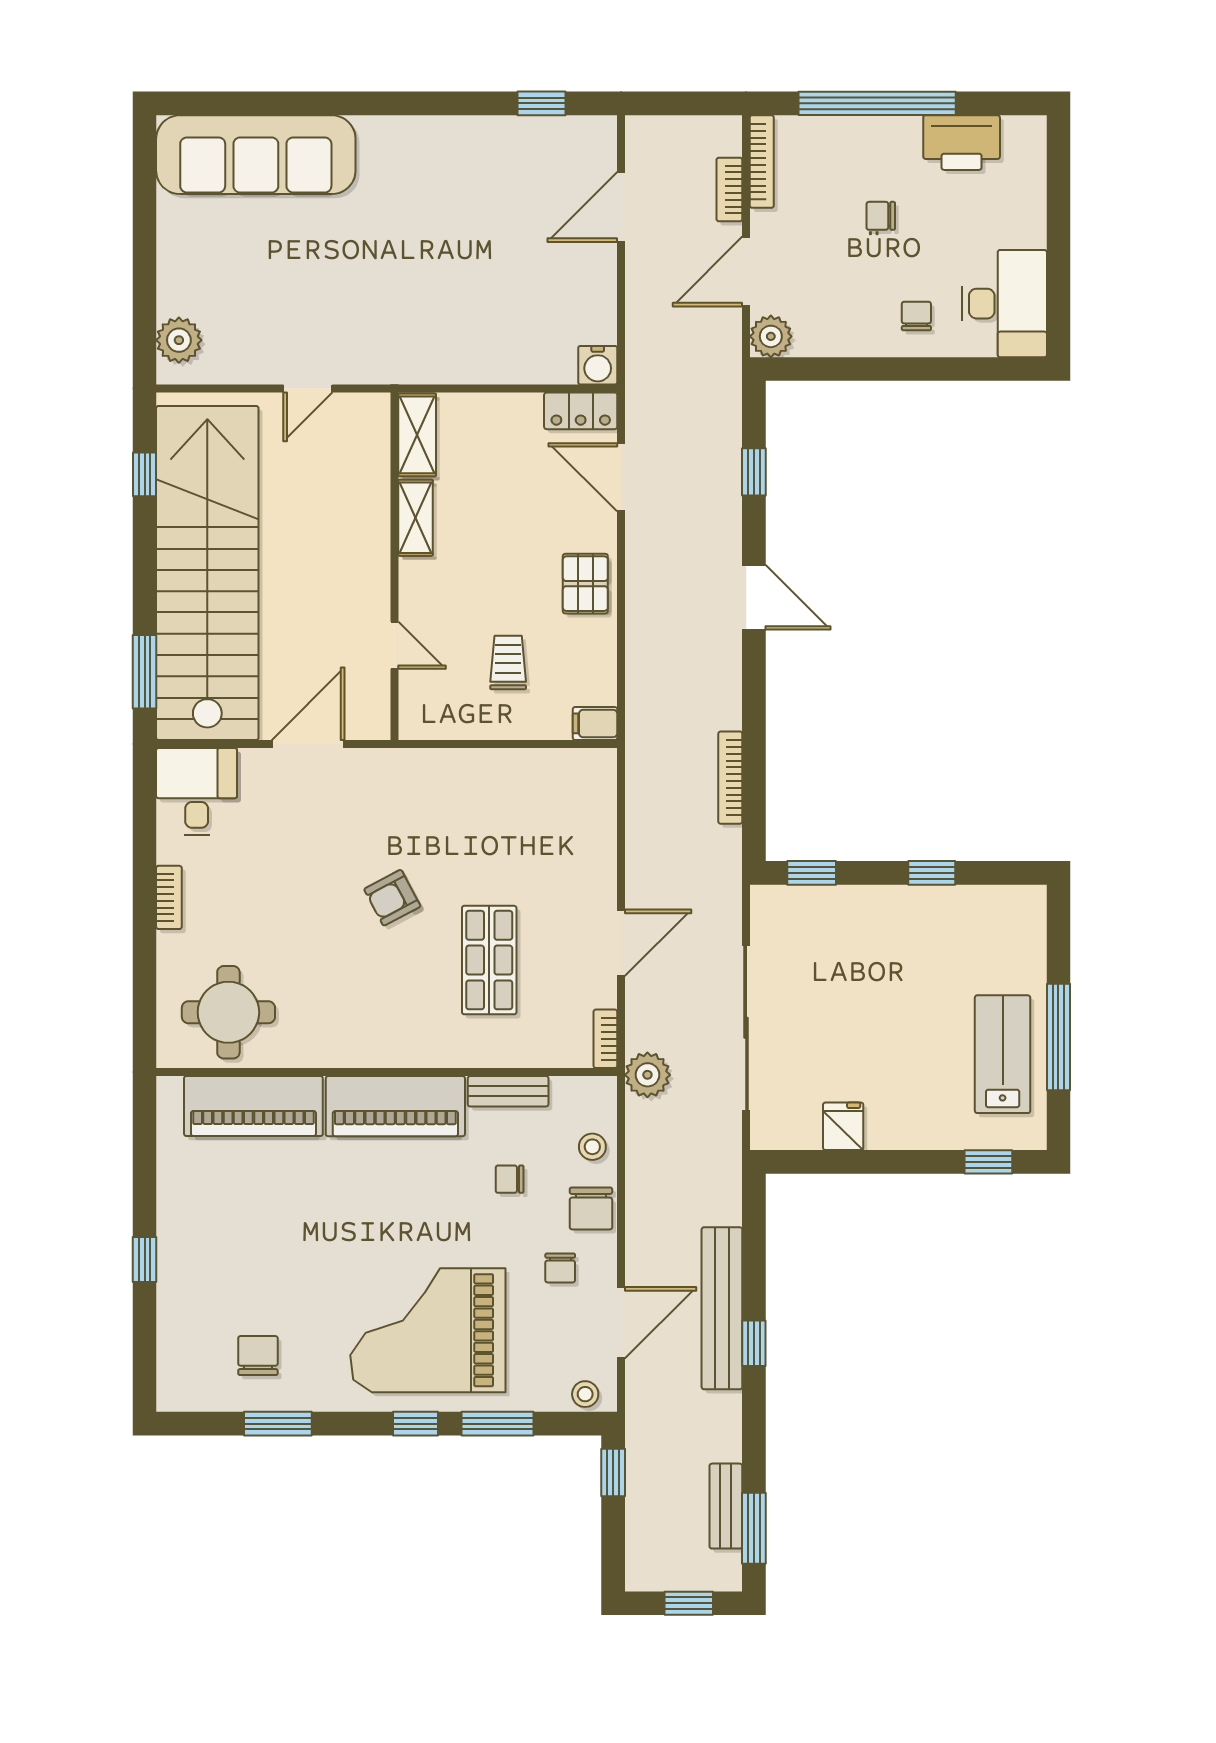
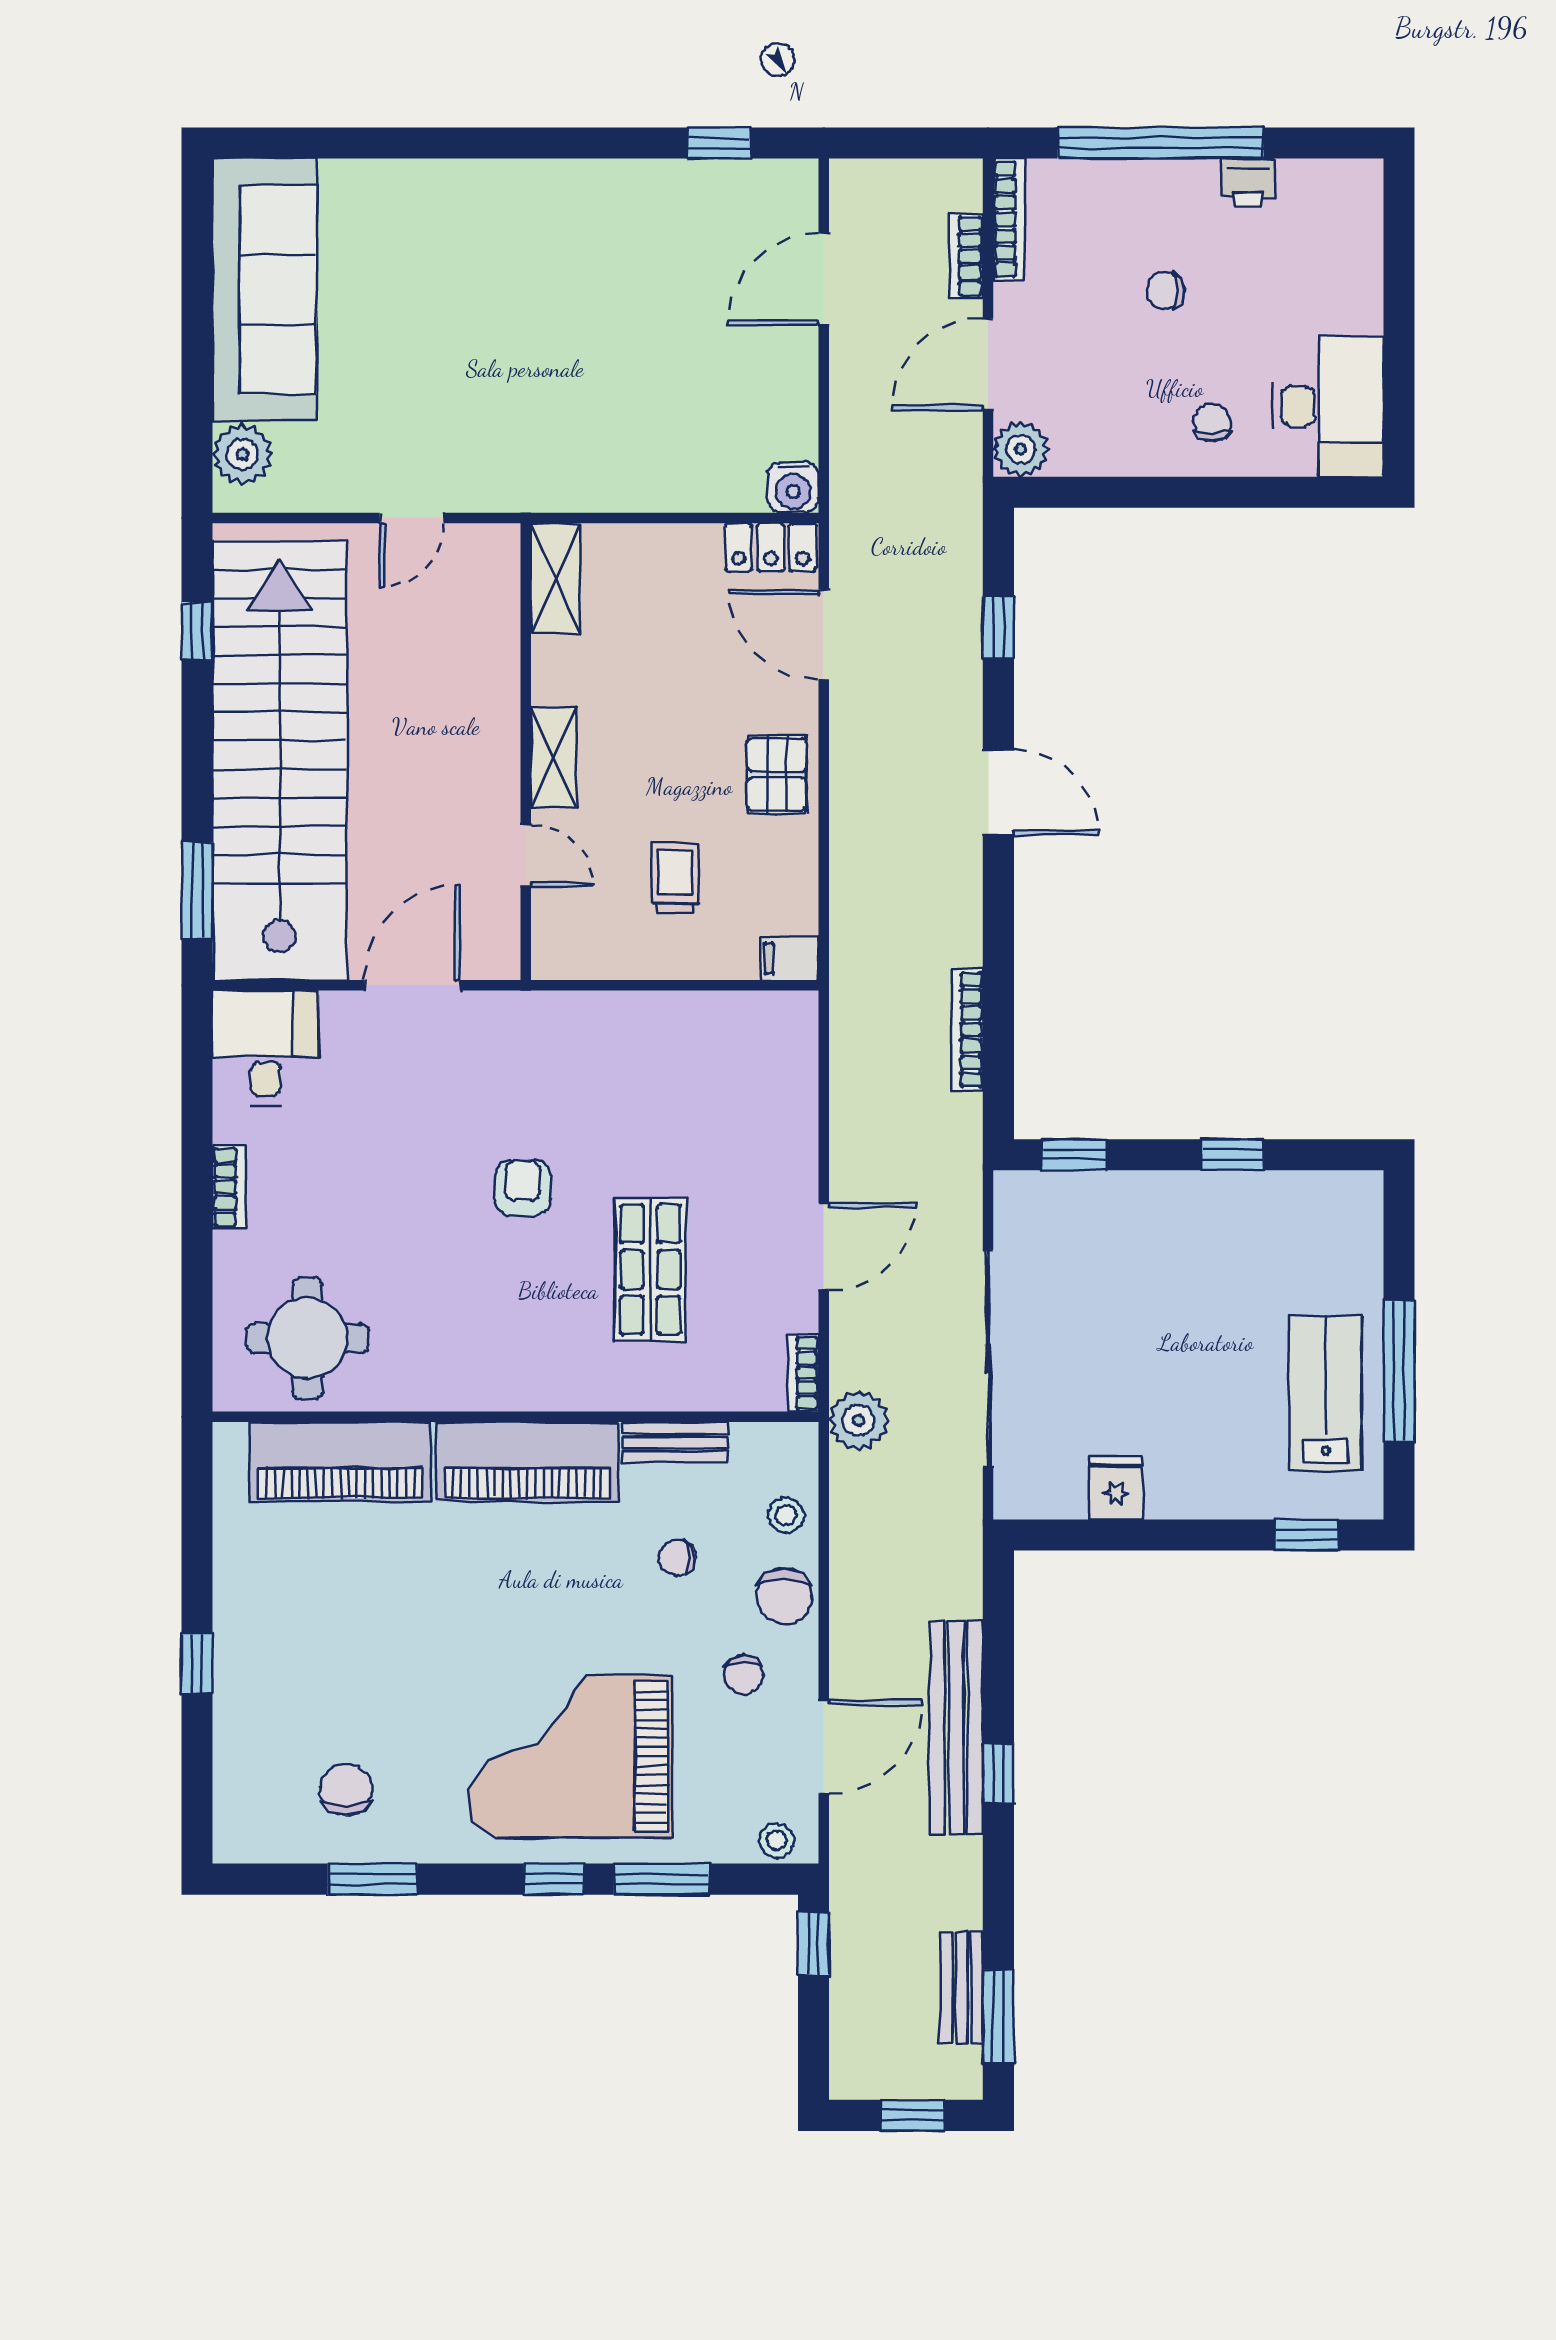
printer: (962, 143) -> (1248, 183), width x0.53, depth x0.68
sofa: (256, 155) -> (264, 289), moved, turned -90
shelving: (416, 518) -> (553, 758), moved
armchair: (392, 898) -> (523, 1188), turned 118

